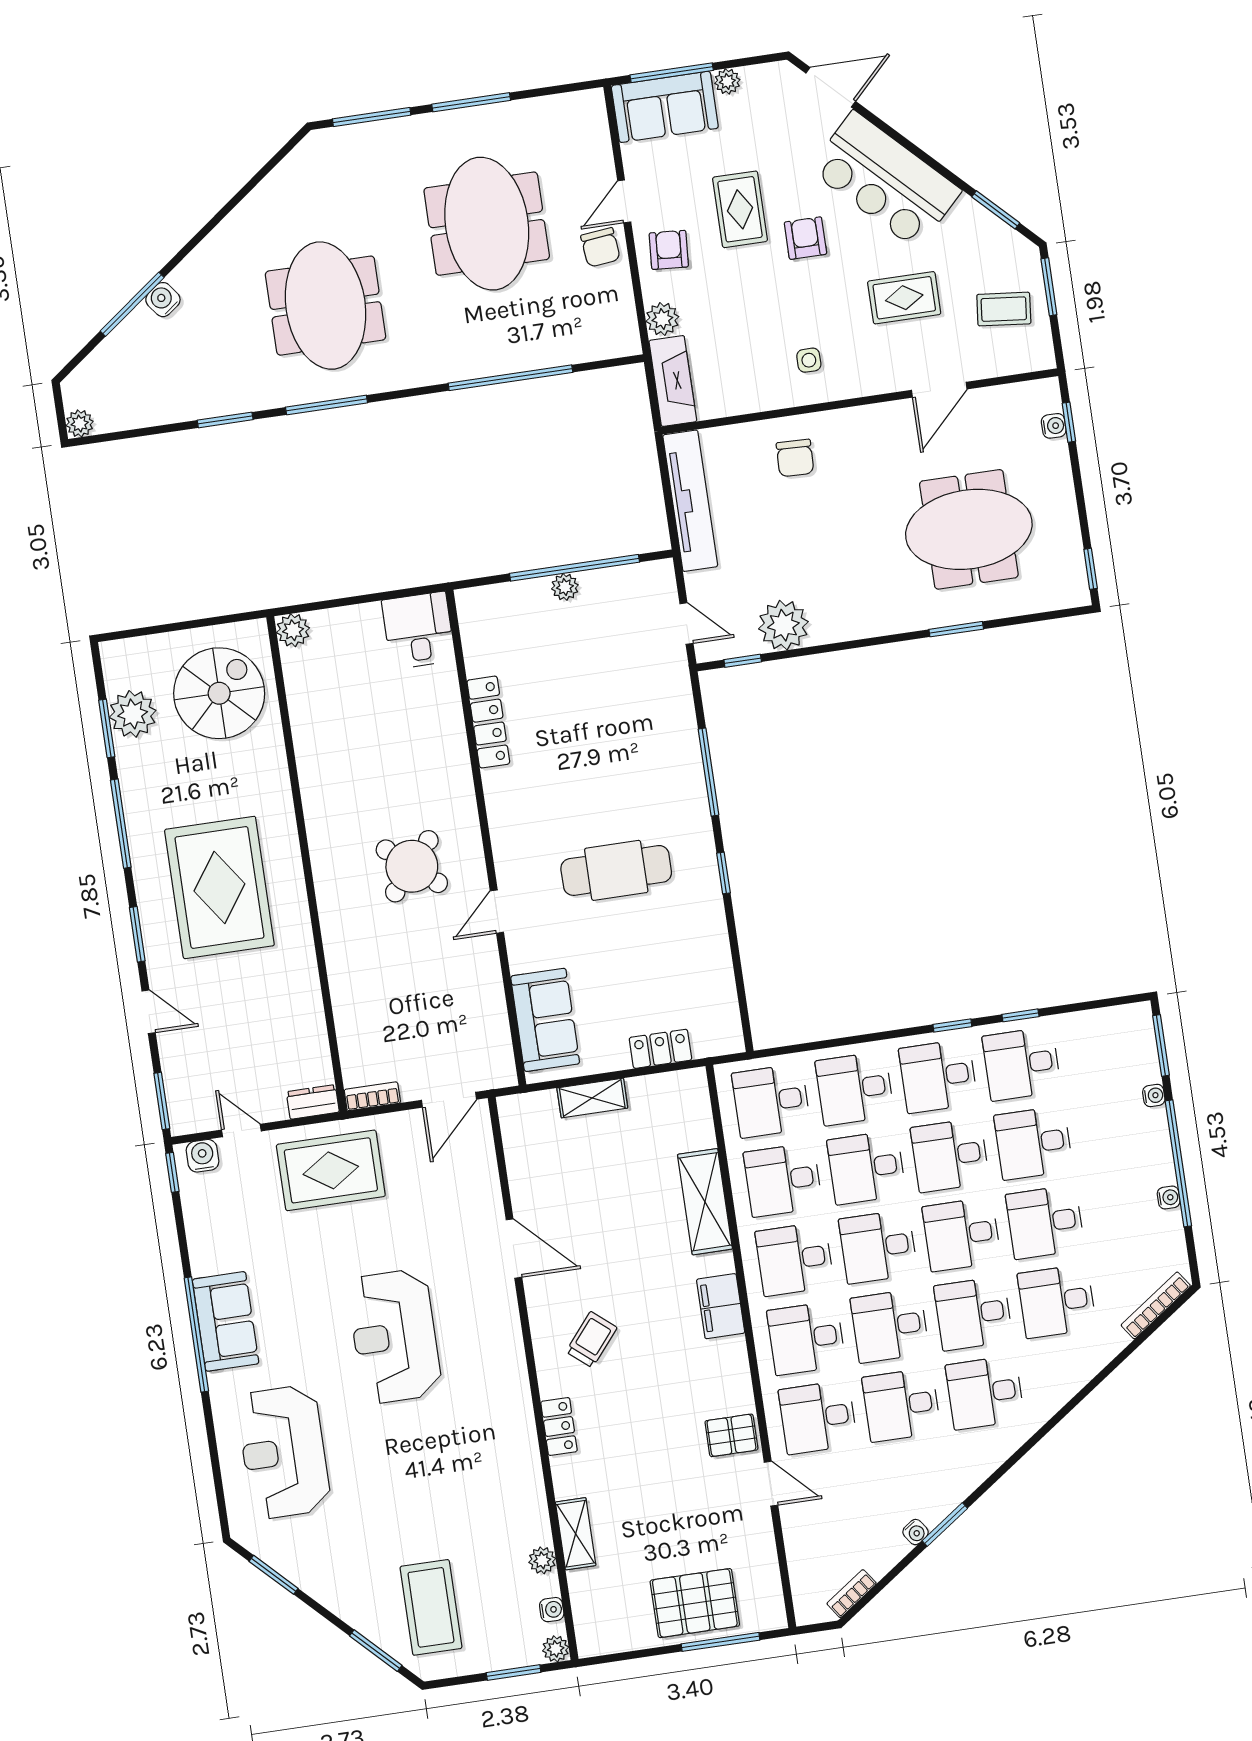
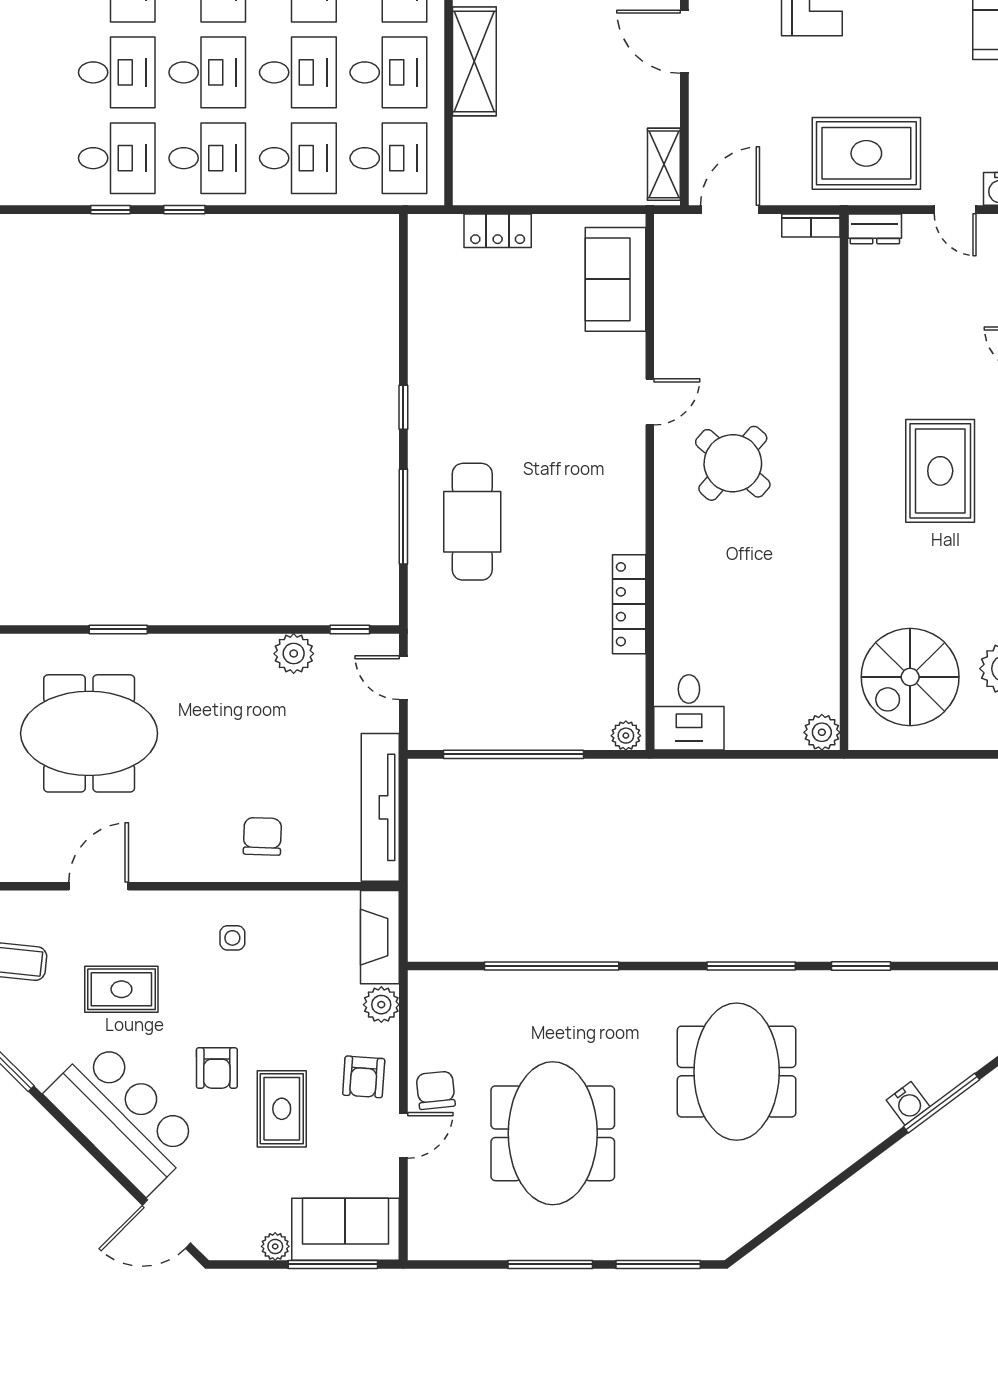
plant: (565, 587) -> (626, 736), moved
plant: (783, 625) -> (294, 654), width x0.73, depth x0.73
cafe table: (616, 870) -> (472, 522), moved, turned 90
rug: (219, 887) -> (940, 471), width x0.73, depth x0.69
shelving: (592, 1098) -> (664, 164), moved, turned 90

